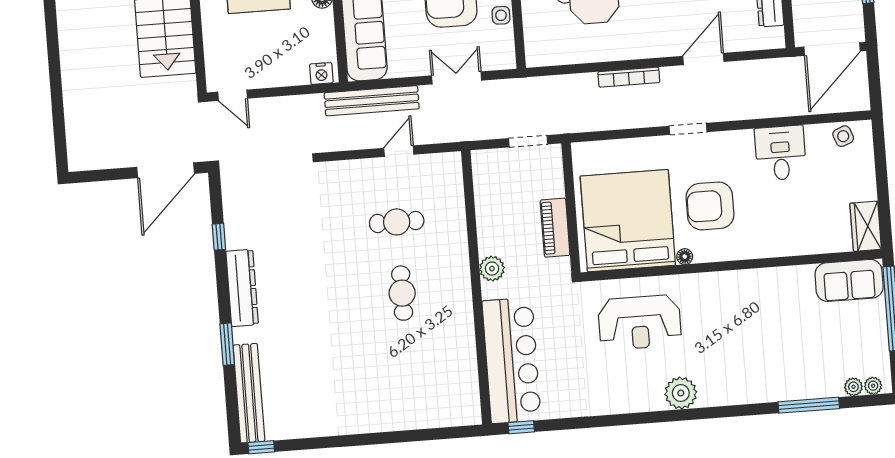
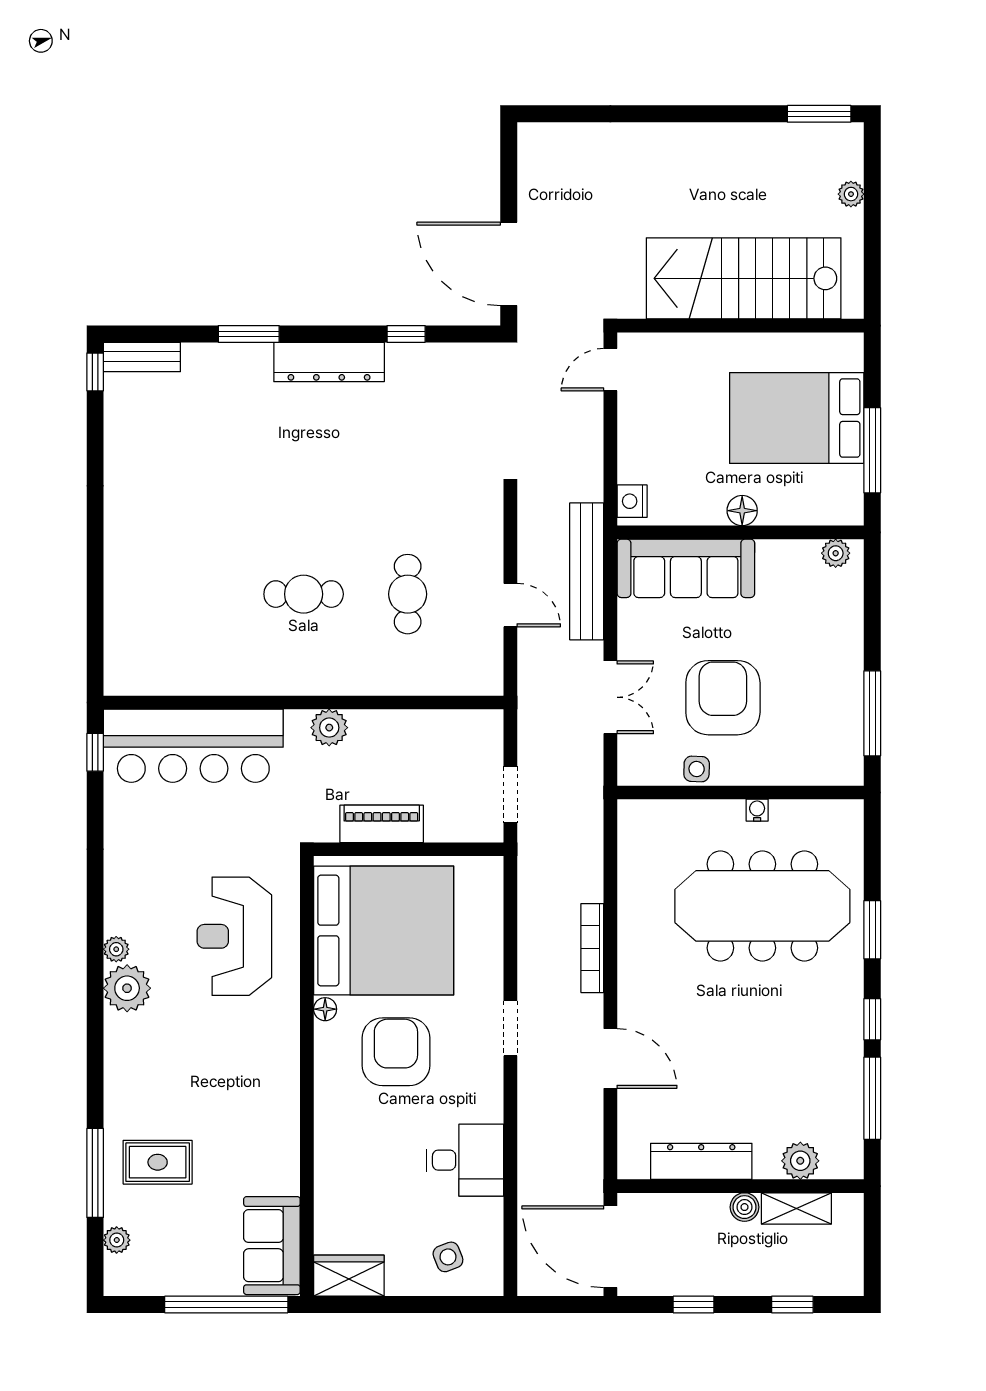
side table: (843, 136) -> (448, 1257), moved
rug: (798, 363) -> (158, 1162), added
plant: (873, 386) -> (116, 949), moved
bench: (249, 393) -> (142, 357), width x0.54, depth x0.82

